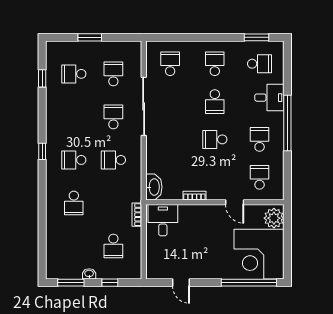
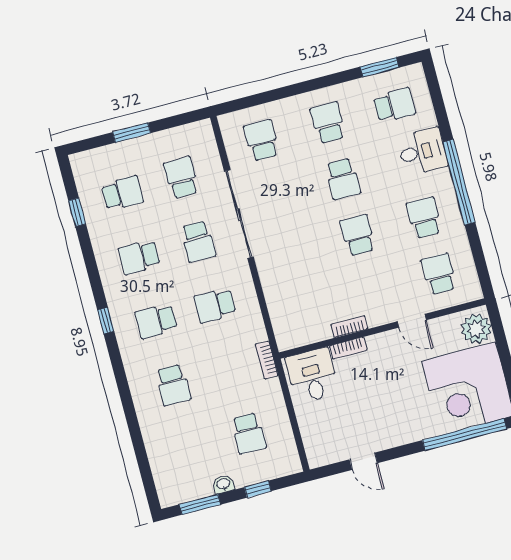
school desk: (74, 74) -> (122, 193), turned 180
school desk: (74, 117) -> (139, 257), added
school desk: (113, 117) -> (198, 242), turned 180
school desk: (215, 139) -> (358, 235), turned 90
washbasin: (154, 187) -> (286, 330), removed
bookcase: (190, 209) -> (348, 348), added
bookcase: (137, 215) -> (267, 360), moved

